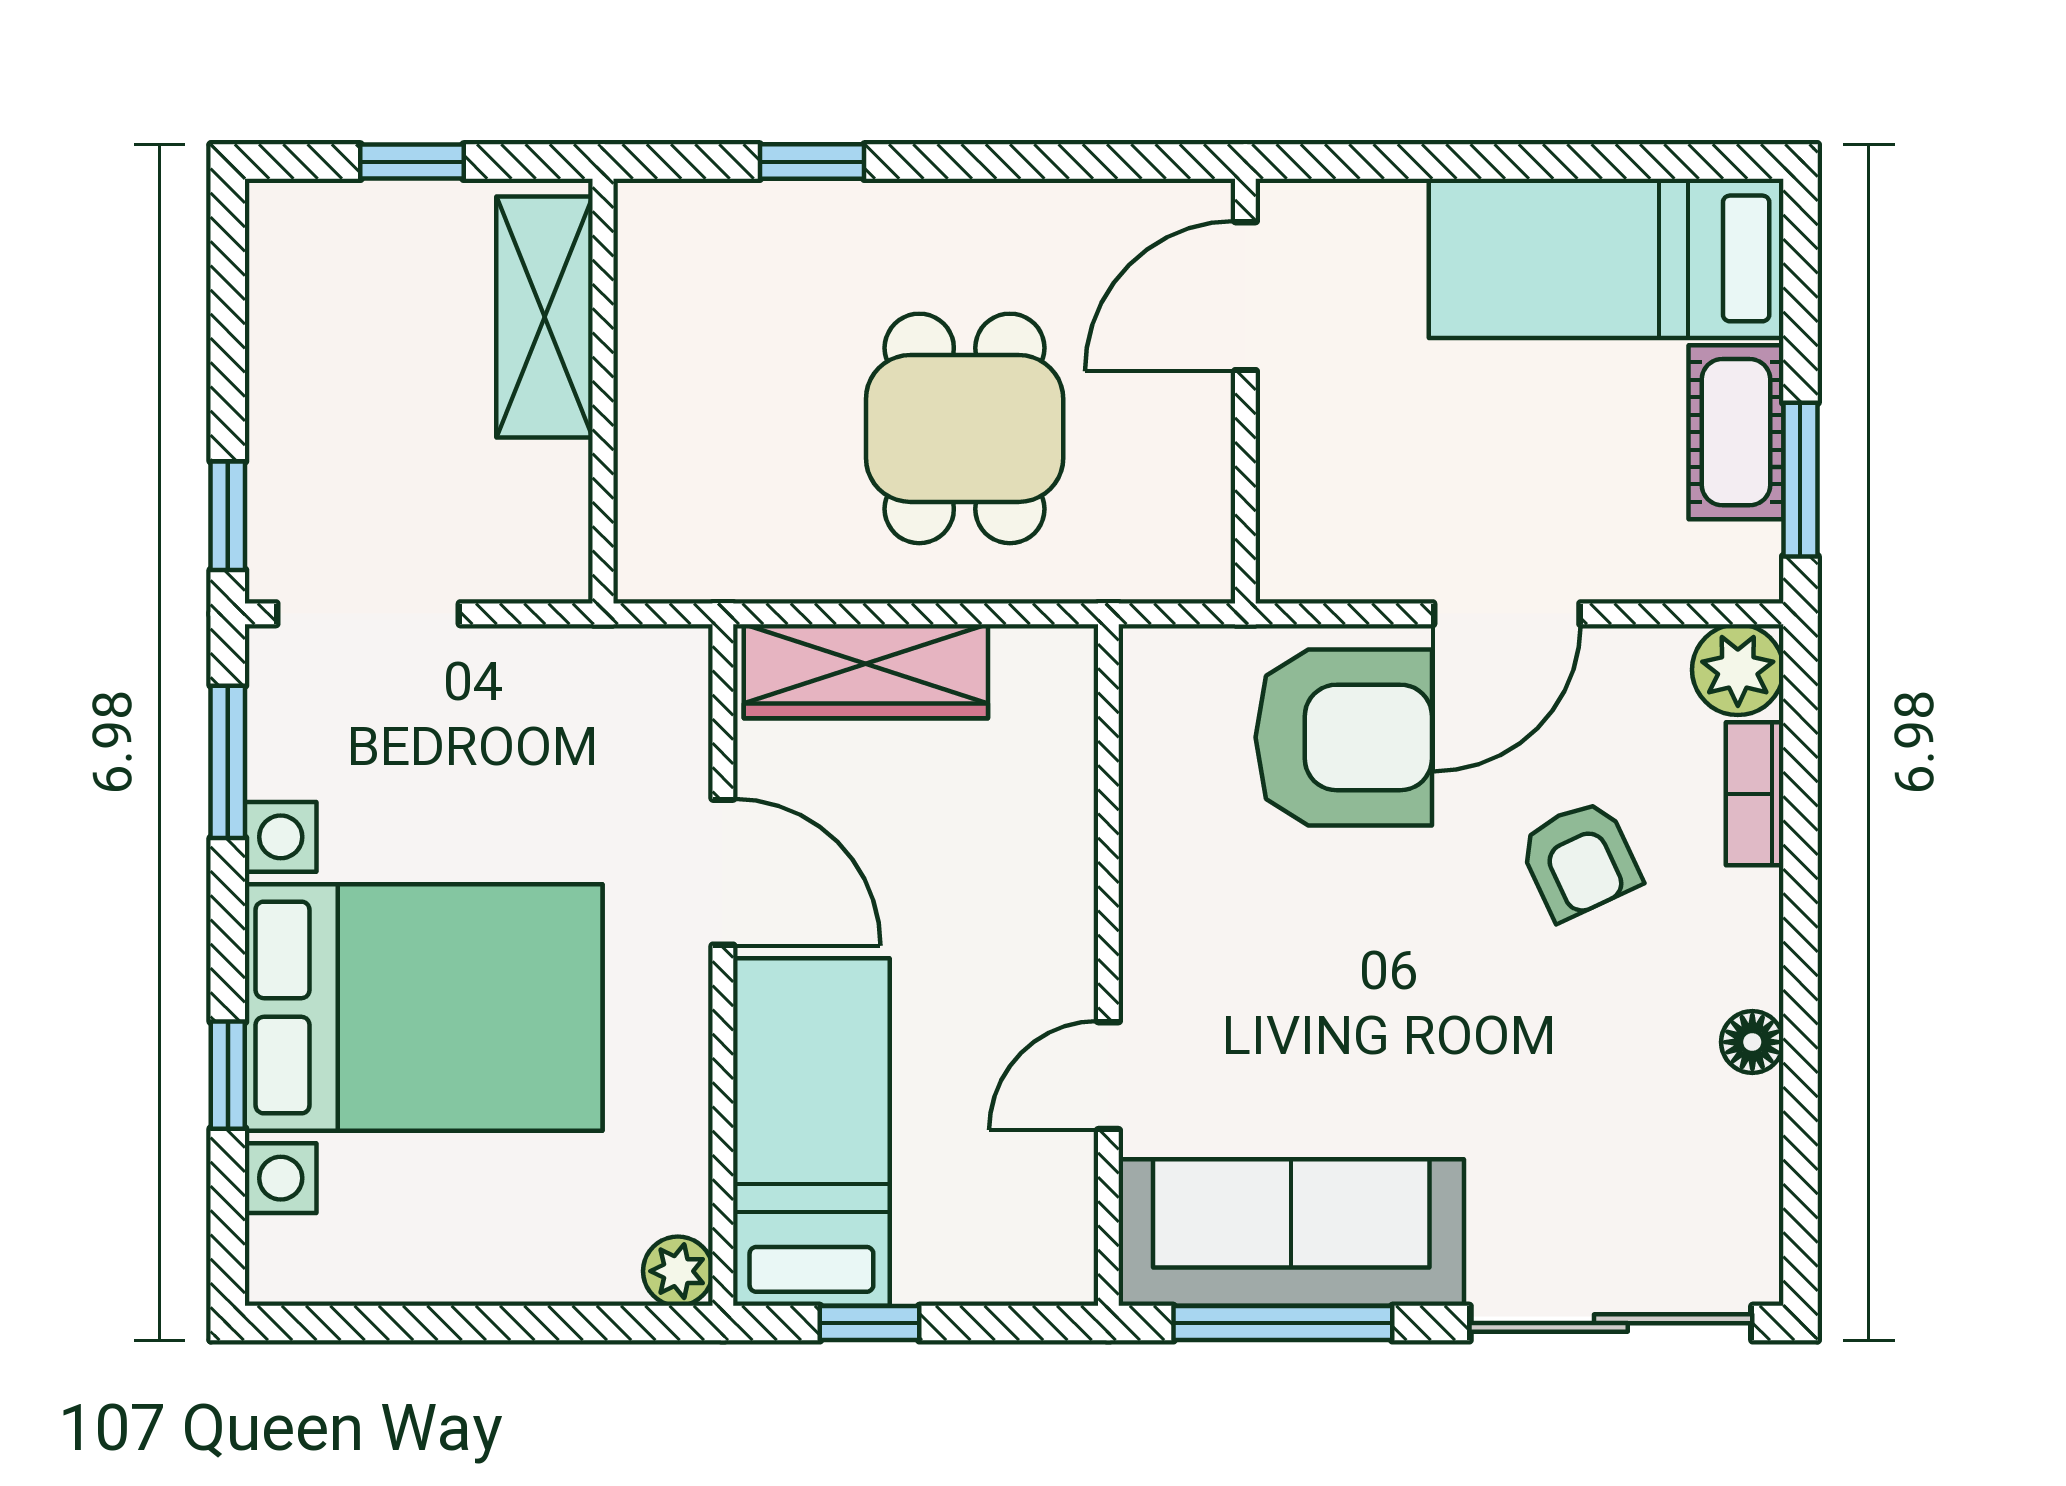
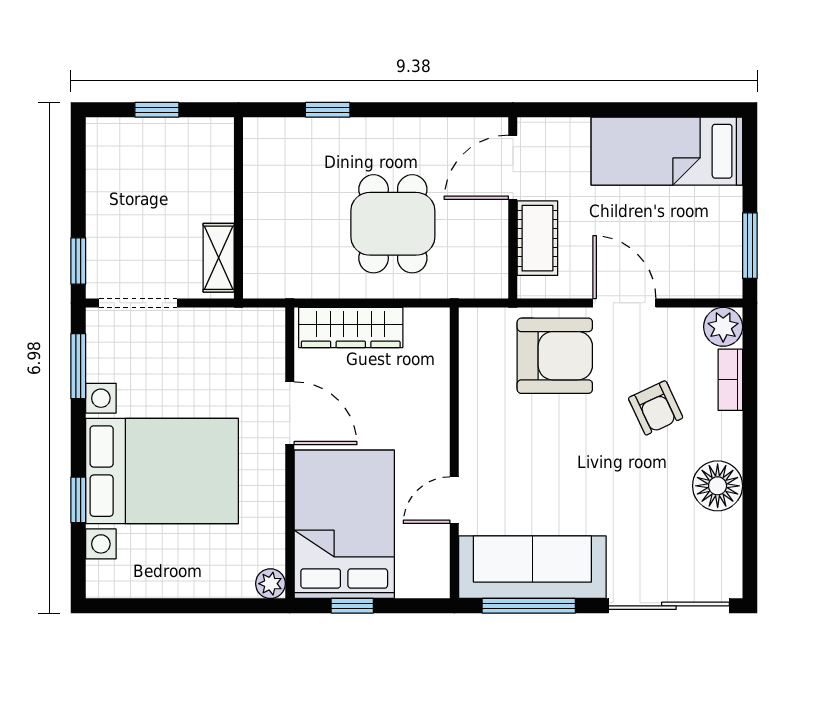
shelving: (545, 317) -> (219, 258), moved, width x0.67, depth x0.75
cot: (1736, 432) -> (537, 238), moved
door: (1507, 614) -> (624, 303), swing flipped
floor lamp: (1752, 1042) -> (718, 486), width x1.89, depth x1.89
bed: (811, 1132) -> (344, 524), width x1.50

